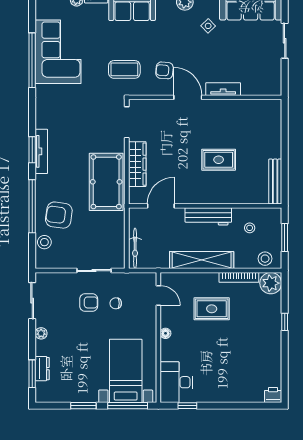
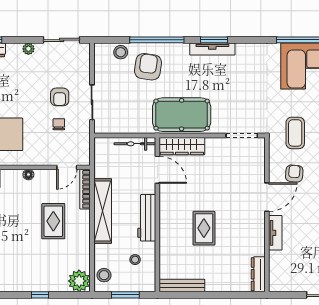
dresser: (264, 106) -> (258, 274), added
wardrobe: (137, 164) -> (182, 146), moved
bicycle: (135, 248) -> (135, 144), moved
bookcase: (239, 277) -> (85, 189), moved

